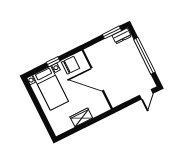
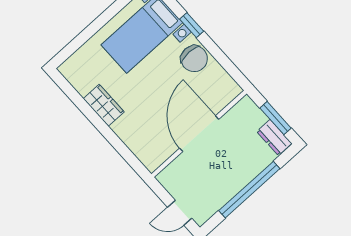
door: (97, 79) -> (199, 134), moved
wall: (97, 79) -> (199, 134), moved

